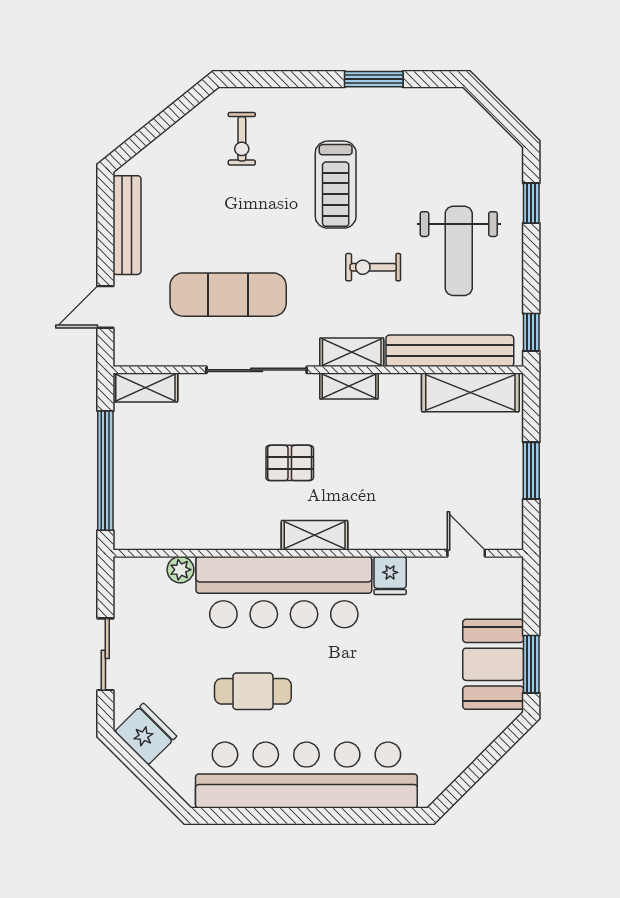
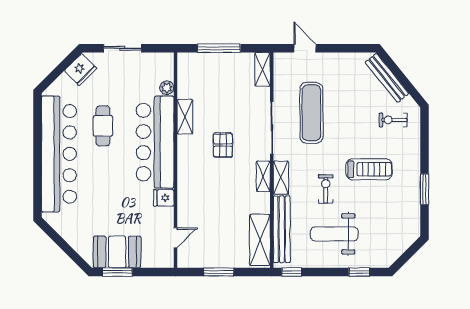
treadmill: (336, 185) -> (369, 169), turned 180
bench: (127, 225) -> (387, 78), moved, turned 51
window: (105, 471) -> (219, 48), width x0.68
shelving: (315, 535) -> (185, 117), moved

